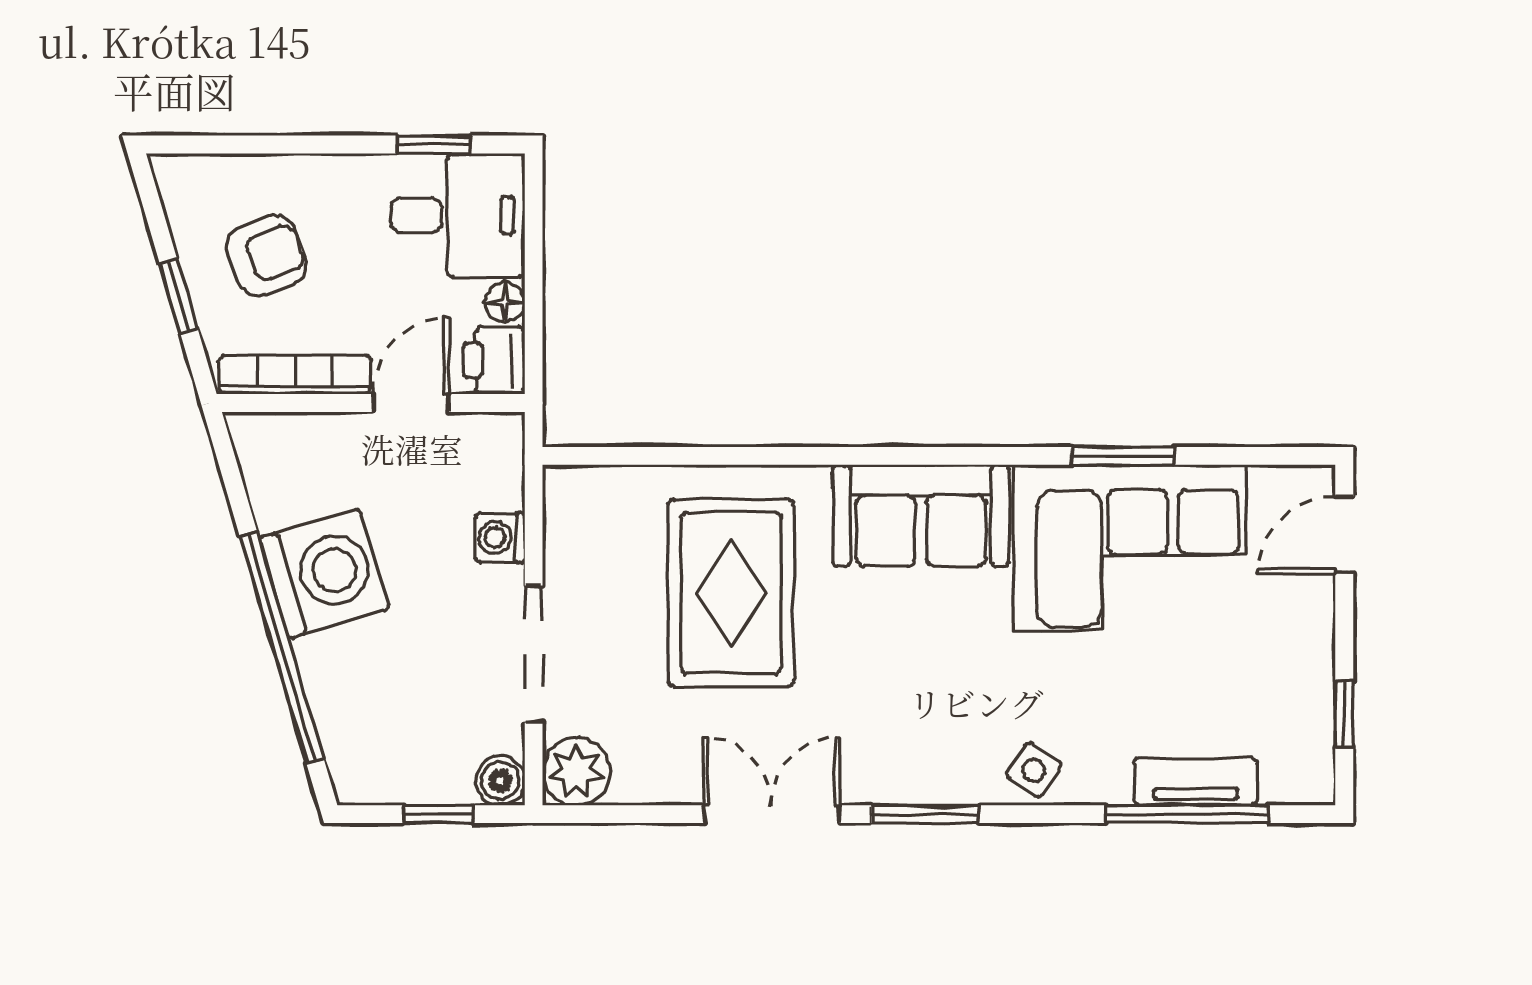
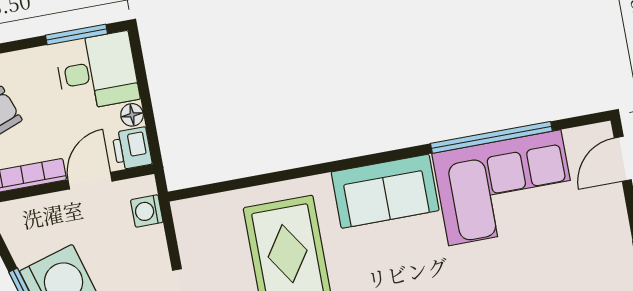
window: (434, 144) -> (76, 35), width x1.50
window: (1123, 456) -> (491, 137), width x2.11
washing machine: (500, 538) -> (147, 211), moved

